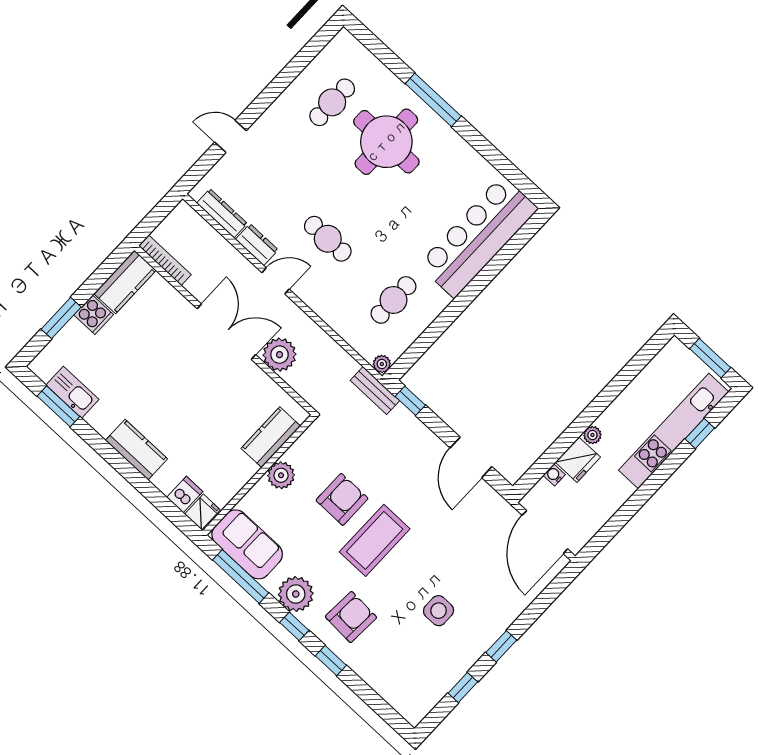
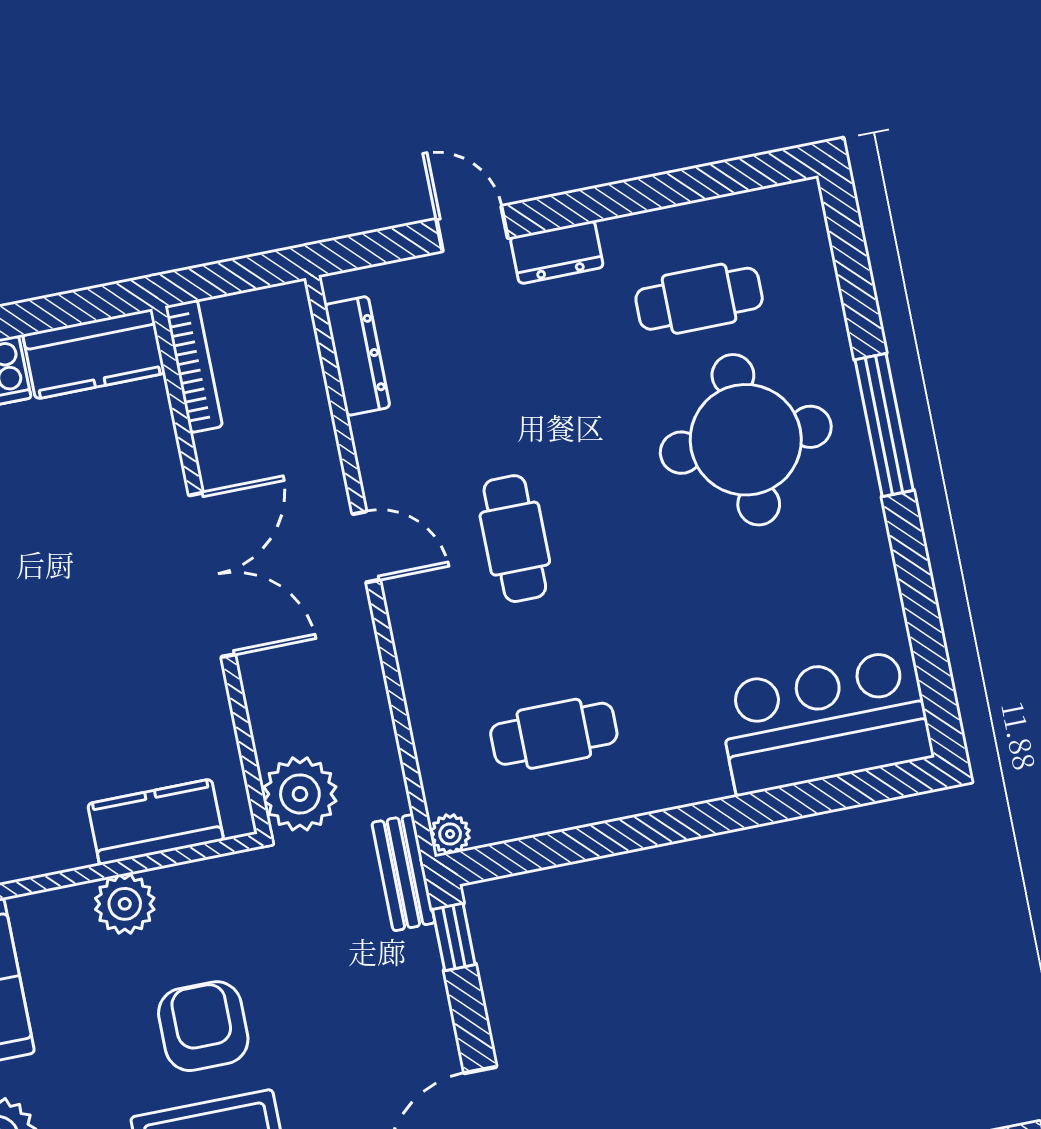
bar counter: (478, 237) -> (825, 722), width x0.73
dresser: (257, 245) -> (557, 252), moved, turned 90
plant: (280, 355) -> (300, 794), moved
armchair: (342, 499) -> (203, 1026), turned -90

